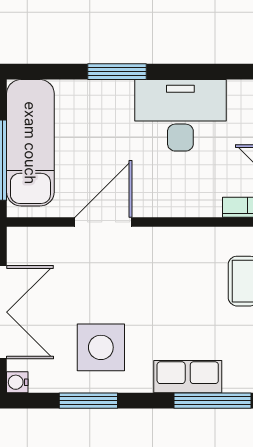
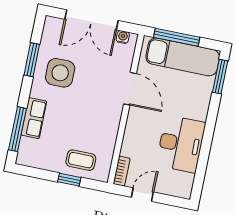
window: (117, 72) -> (220, 77), moved
water cooler: (17, 382) -> (123, 37), moved

